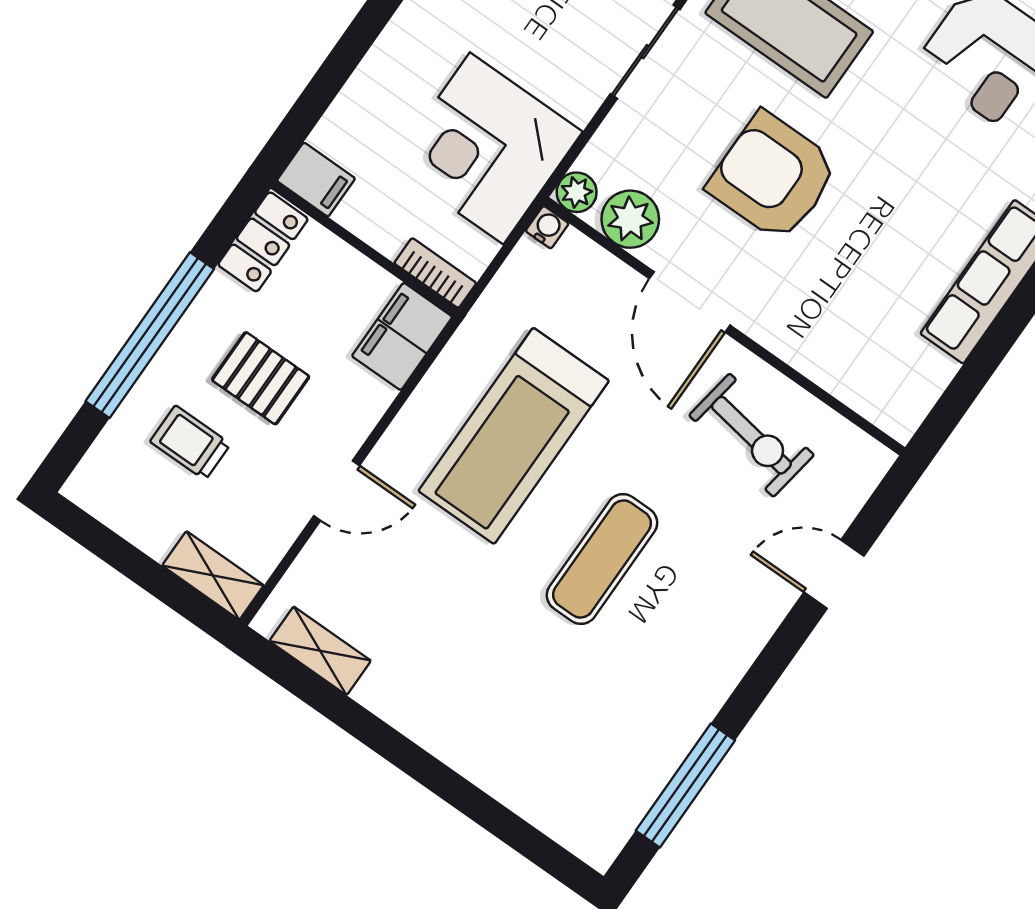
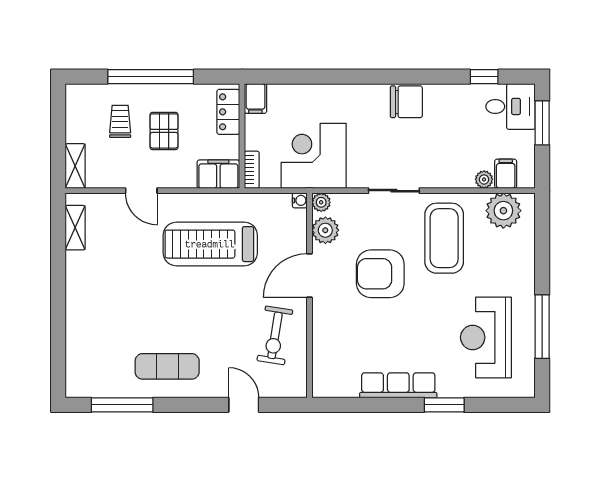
armchair: (773, 177) -> (380, 274), turned -90
locker: (263, 242) -> (228, 112), moved, turned 90
exercise mat: (602, 559) -> (167, 366), moved

